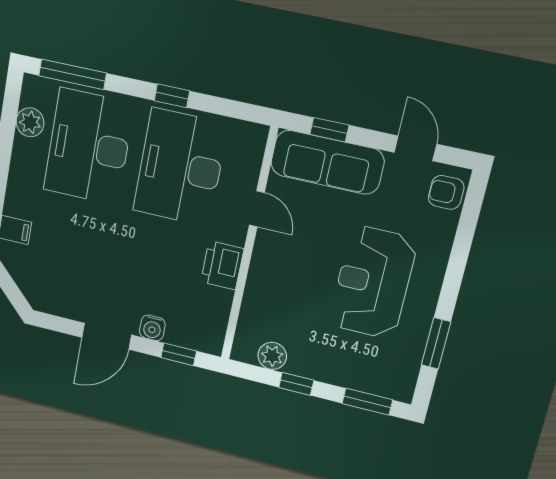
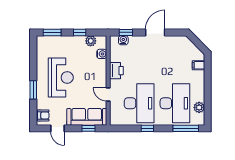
water cooler: (251, 317) -> (102, 54), added
water cooler: (152, 328) -> (123, 40), moved
window: (436, 343) -> (33, 90), moved

